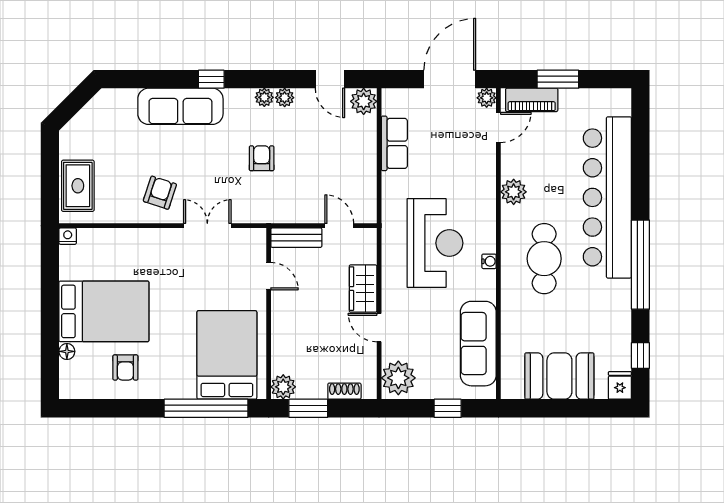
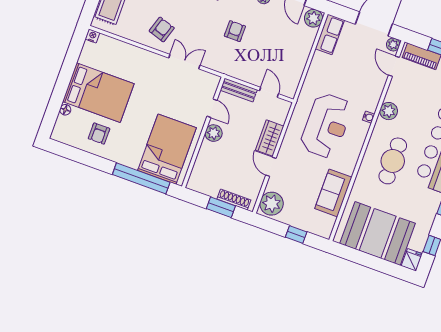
door: (498, 127) -> (394, 66), swing flipped
row of seats: (394, 143) -> (330, 34), moved
water cooler: (489, 261) -> (369, 117), moved
sofa: (478, 344) -> (333, 193), width x0.73
booth: (559, 376) -> (378, 233), width x1.36, depth x1.42
plant: (283, 387) -> (214, 133), moved
shoe rack: (344, 391) -> (234, 200), width x1.43
window: (308, 408) -> (221, 207), moved

